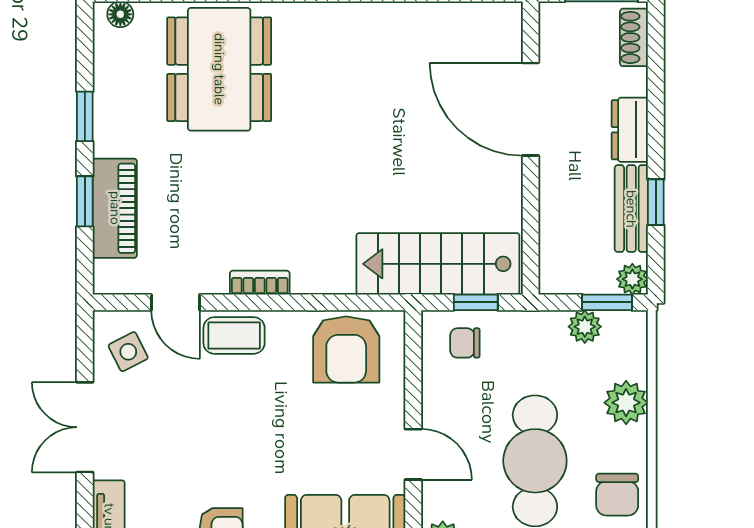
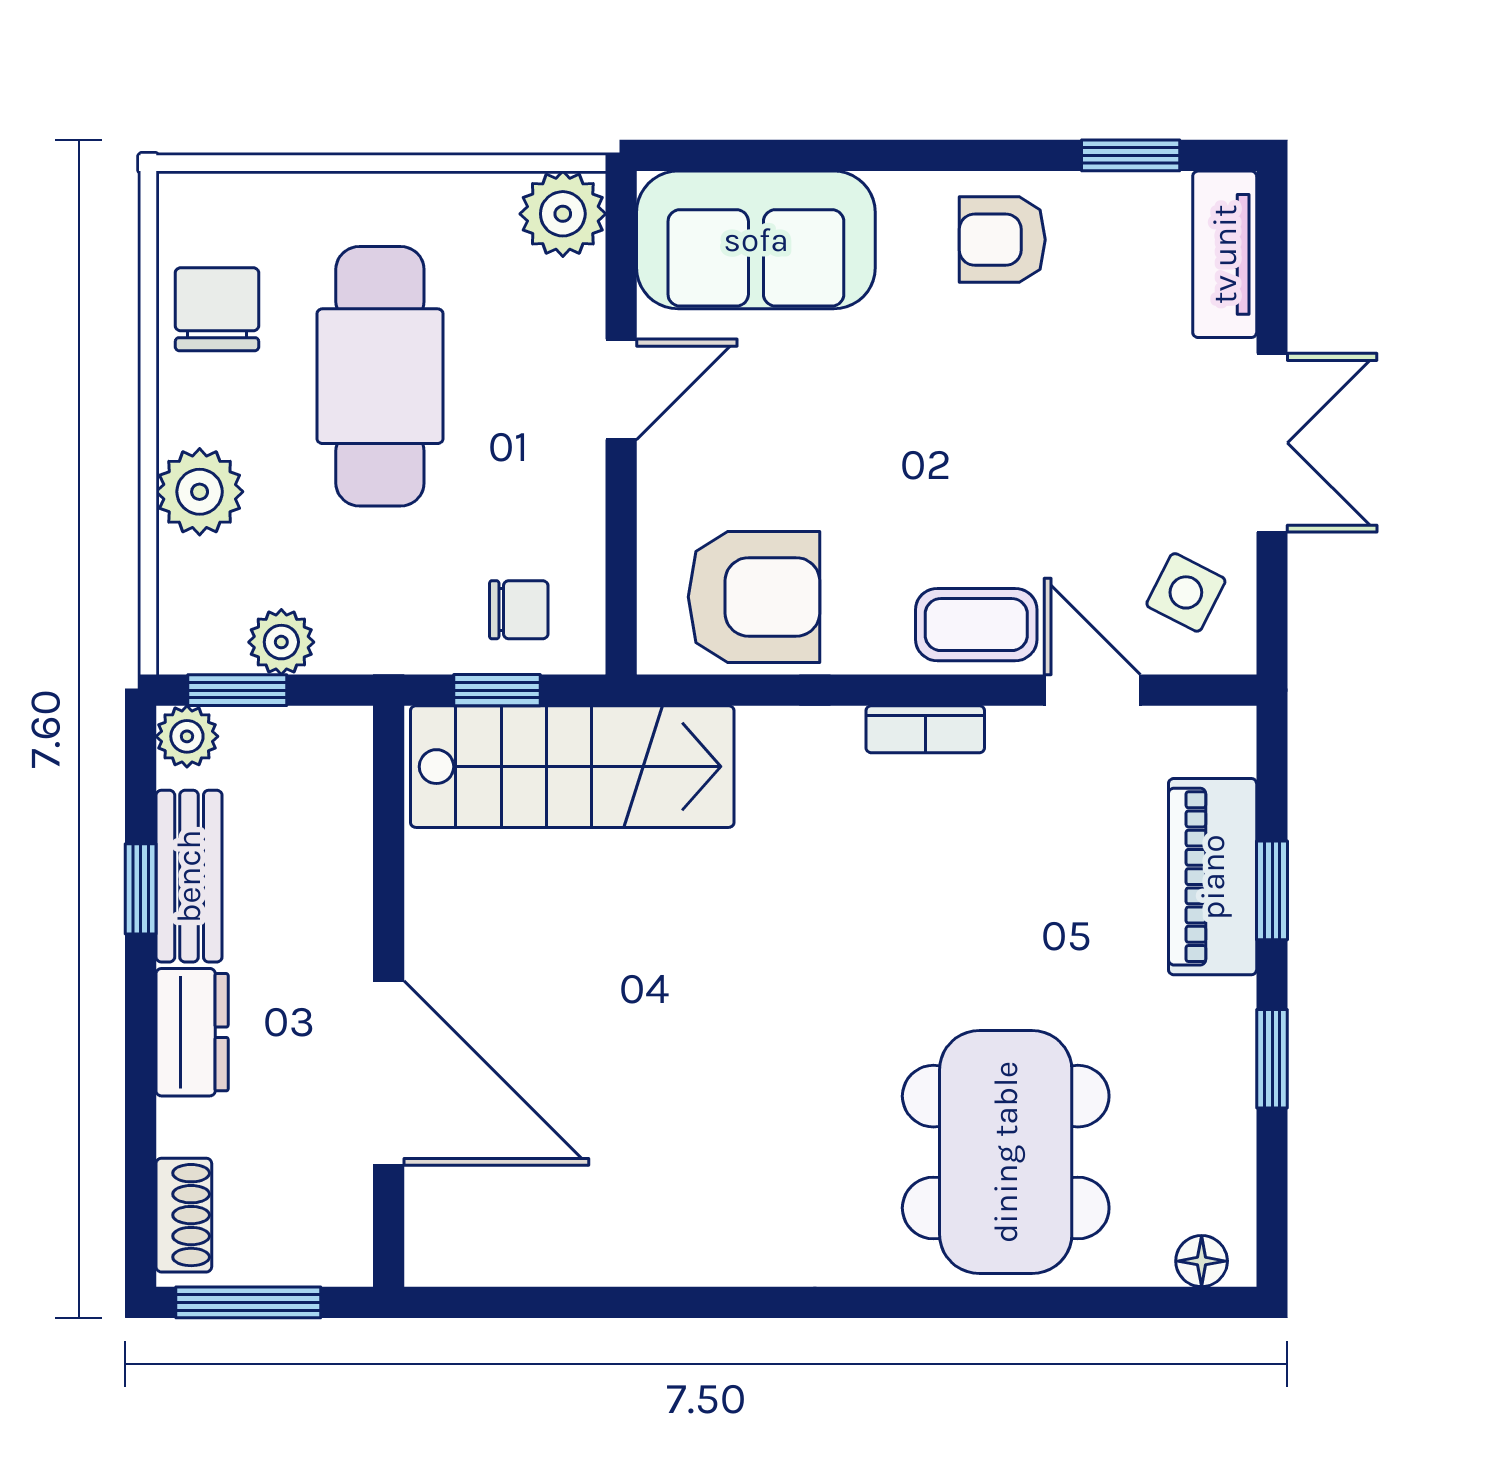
armchair: (346, 349) -> (754, 597), turned 90
side table: (128, 352) -> (1186, 592), turned -36
door: (413, 454) -> (621, 389), swing flipped

